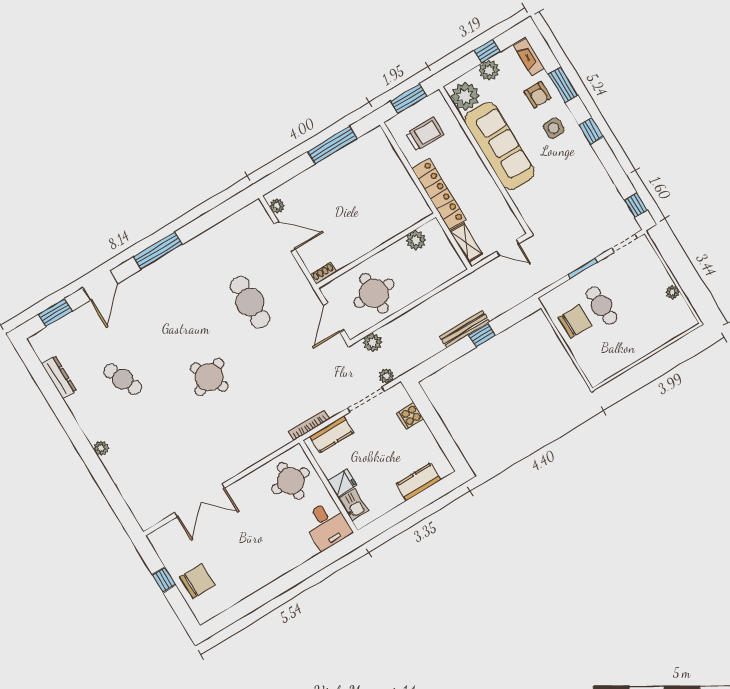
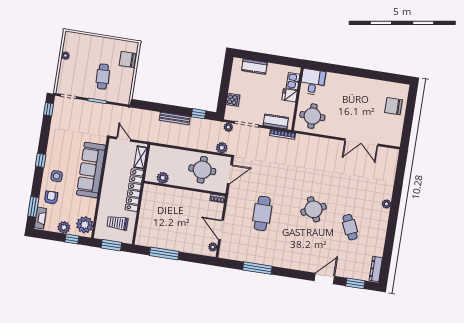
window: (487, 51) -> (72, 239), moved
window: (563, 85) -> (33, 207), moved
sofa: (499, 146) -> (91, 170), moved
window: (158, 251) -> (257, 268), moved
chair: (575, 322) -> (128, 59), moved
window: (482, 335) -> (199, 114), moved
dresser: (59, 377) -> (376, 269), moved
round table: (209, 377) -> (313, 209), moved
double door: (200, 500) -> (361, 142), swing flipped
window: (164, 580) -> (408, 120), removed

